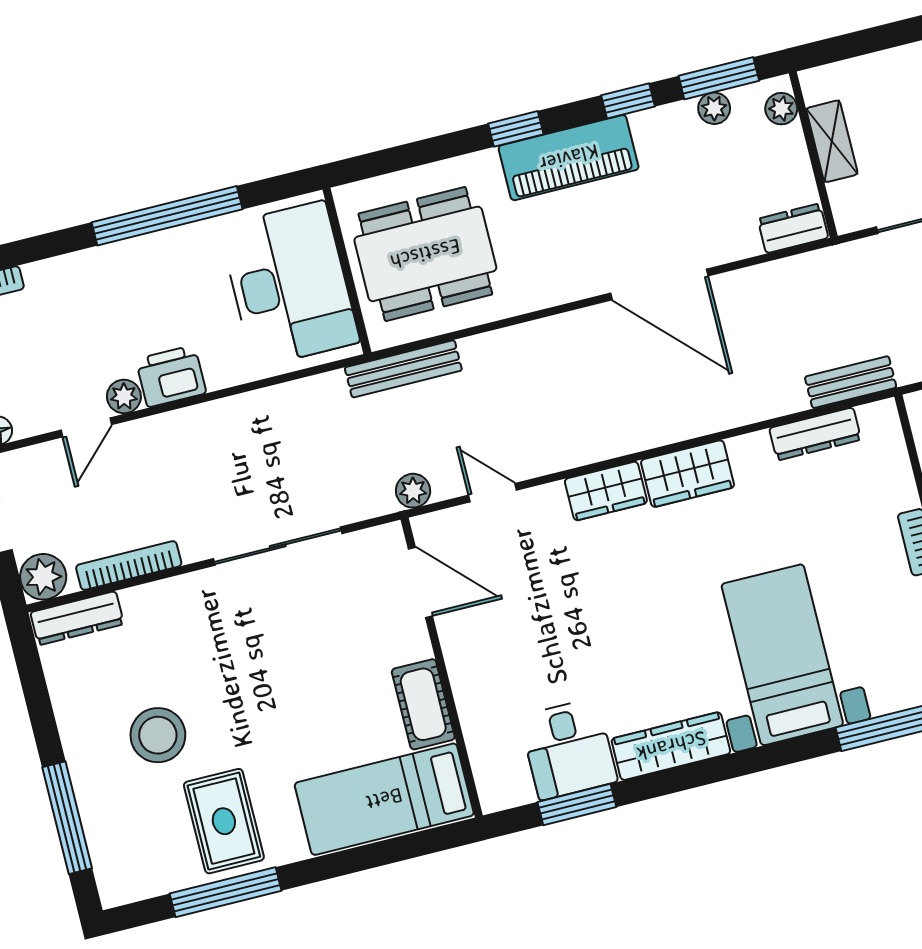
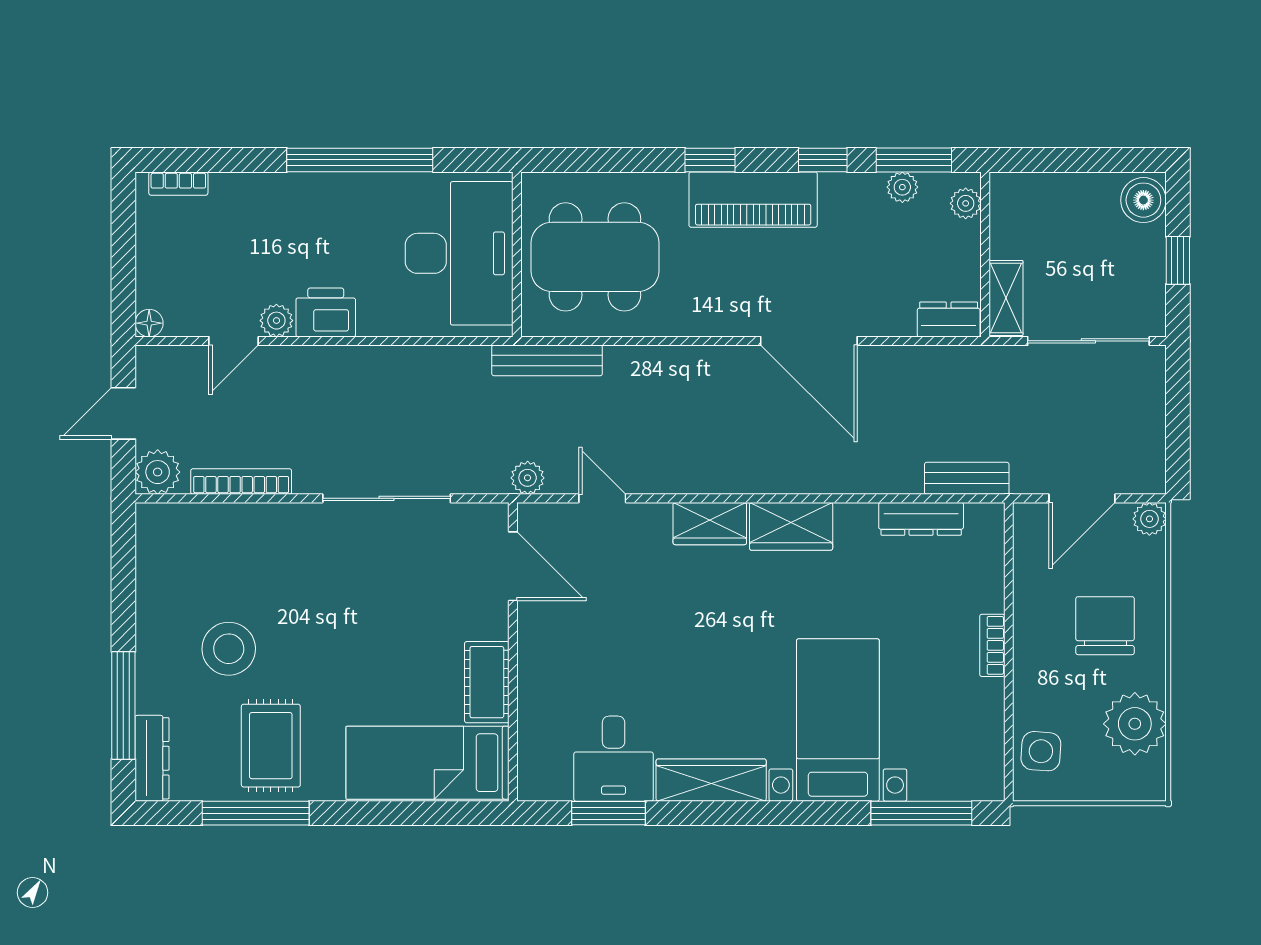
shelving: (832, 141) -> (1006, 298), moved
dresser: (77, 618) -> (152, 758), moved, turned -90

